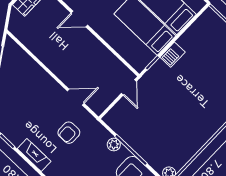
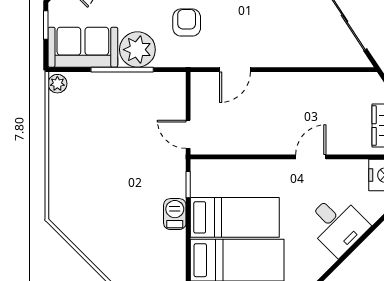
armchair: (69, 133) -> (187, 23), moved
plant: (114, 145) -> (137, 50), width x1.87, depth x1.87

